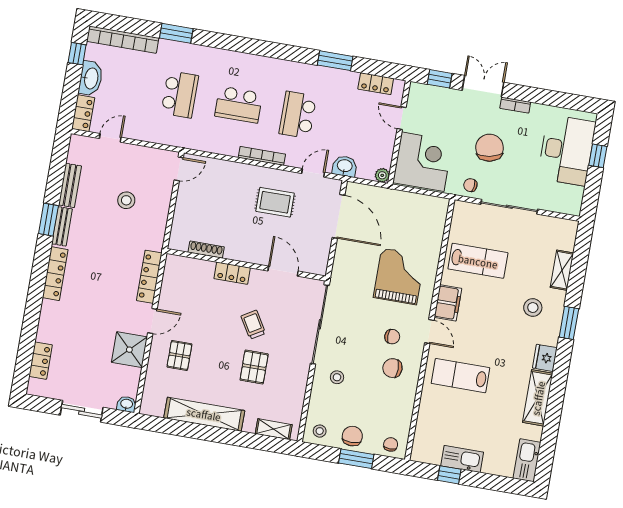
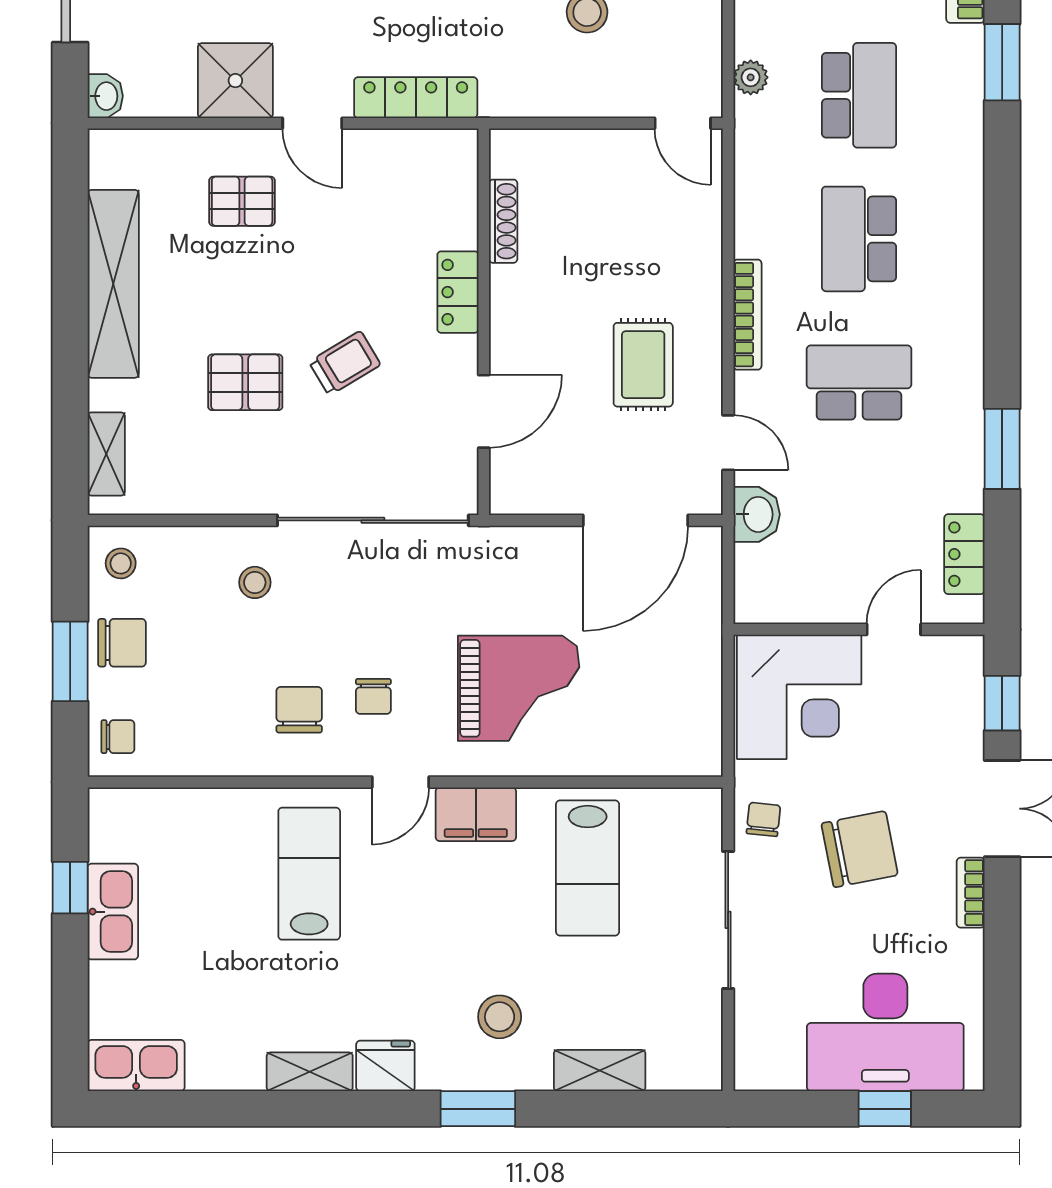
school desk: (180, 94) -> (859, 95), turned -90
plant: (382, 175) -> (751, 77), moved
shelving: (538, 398) -> (310, 1072), width x0.67, depth x0.75

